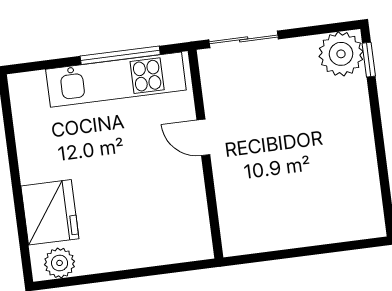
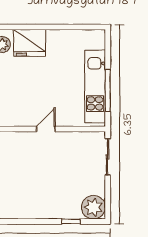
window: (369, 60) -> (71, 221), moved
door: (203, 137) -> (46, 129), moved

